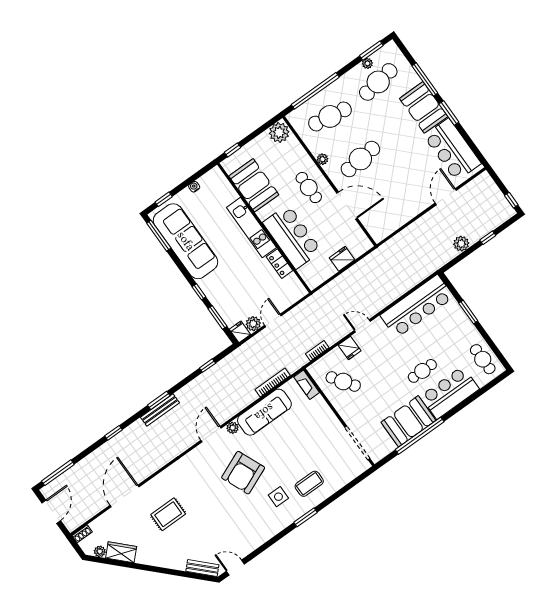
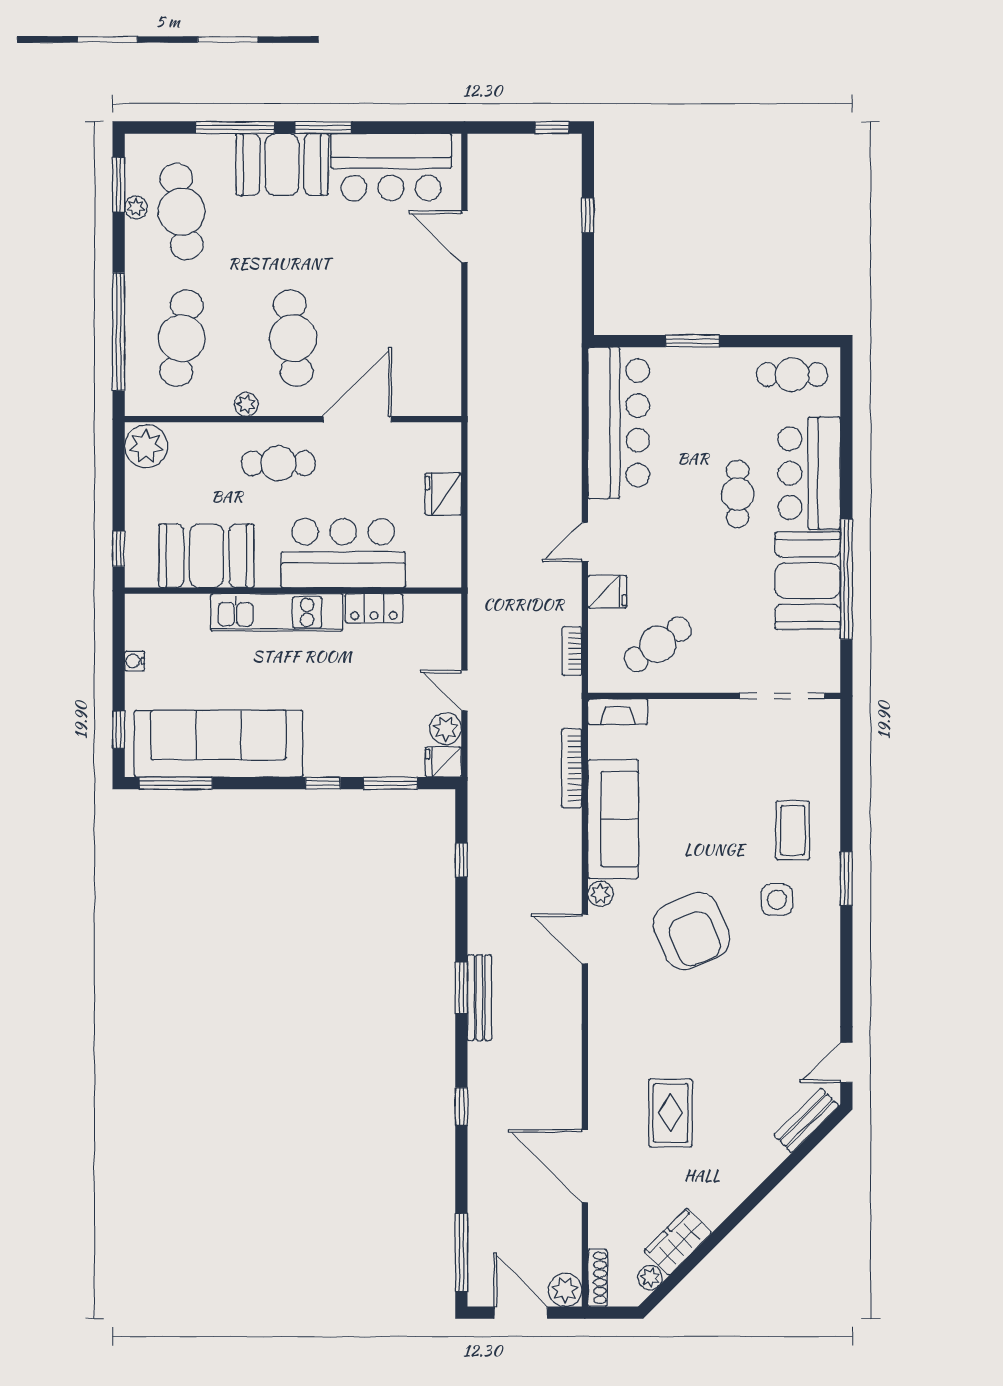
plant: (461, 244) -> (565, 1290), moved
shoe rack: (82, 534) -> (598, 1278), width x1.43

